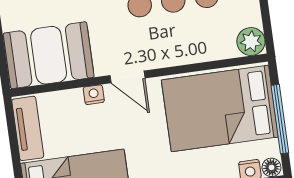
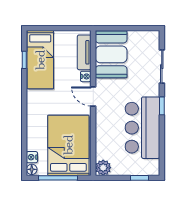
door: (127, 77) -> (93, 96), hinge flipped
tv unit: (28, 128) -> (84, 52), moved, turned 90

